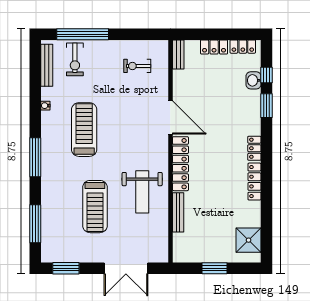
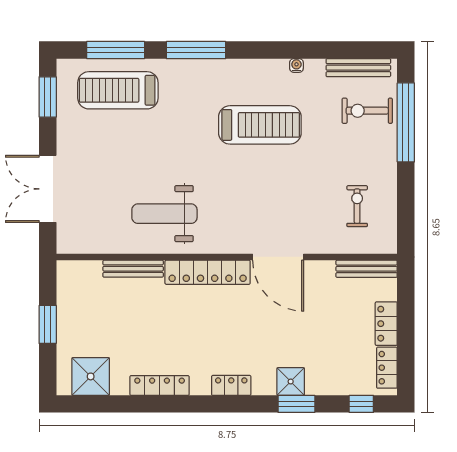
bench: (178, 54) -> (367, 269), width x1.36
window: (266, 75) -> (361, 404), moved
washbasin: (254, 80) -> (335, 384), removed
shower: (252, 109) -> (291, 382), added
door: (170, 118) -> (278, 257), hinge flipped
window: (35, 157) -> (196, 50), moved
locker: (254, 182) -> (160, 385), moved
treadmill: (95, 207) -> (118, 90), moved

